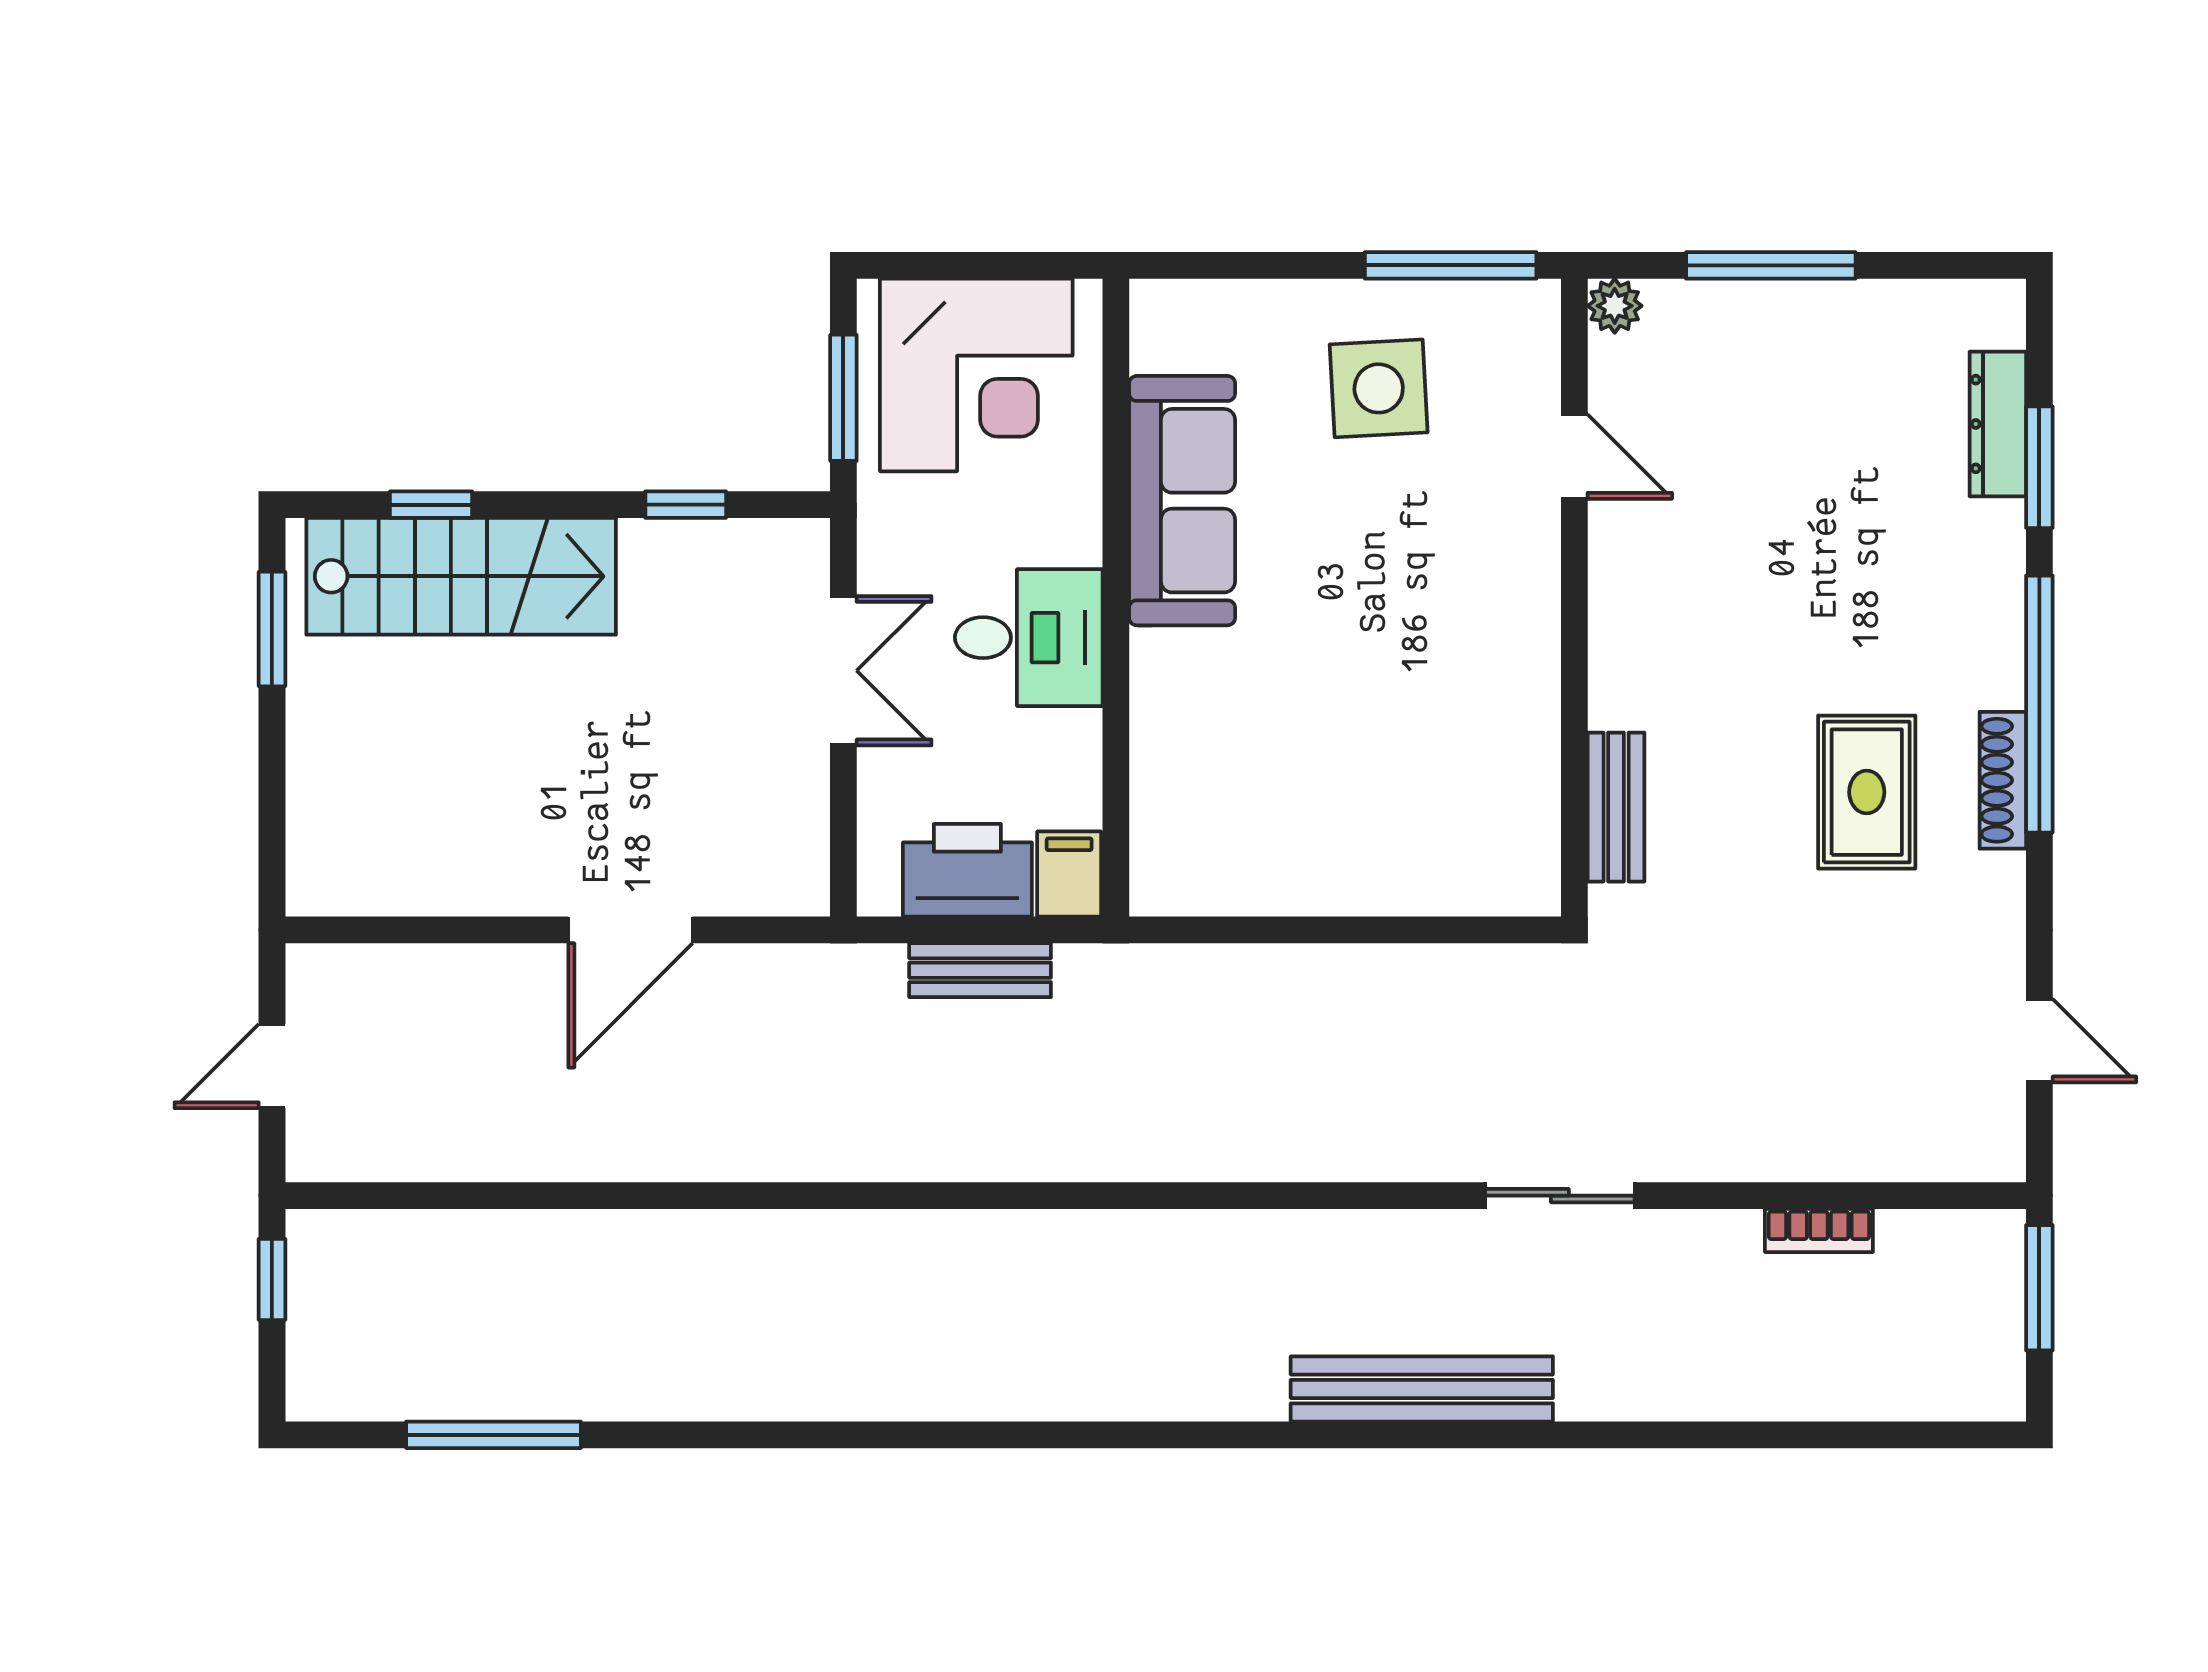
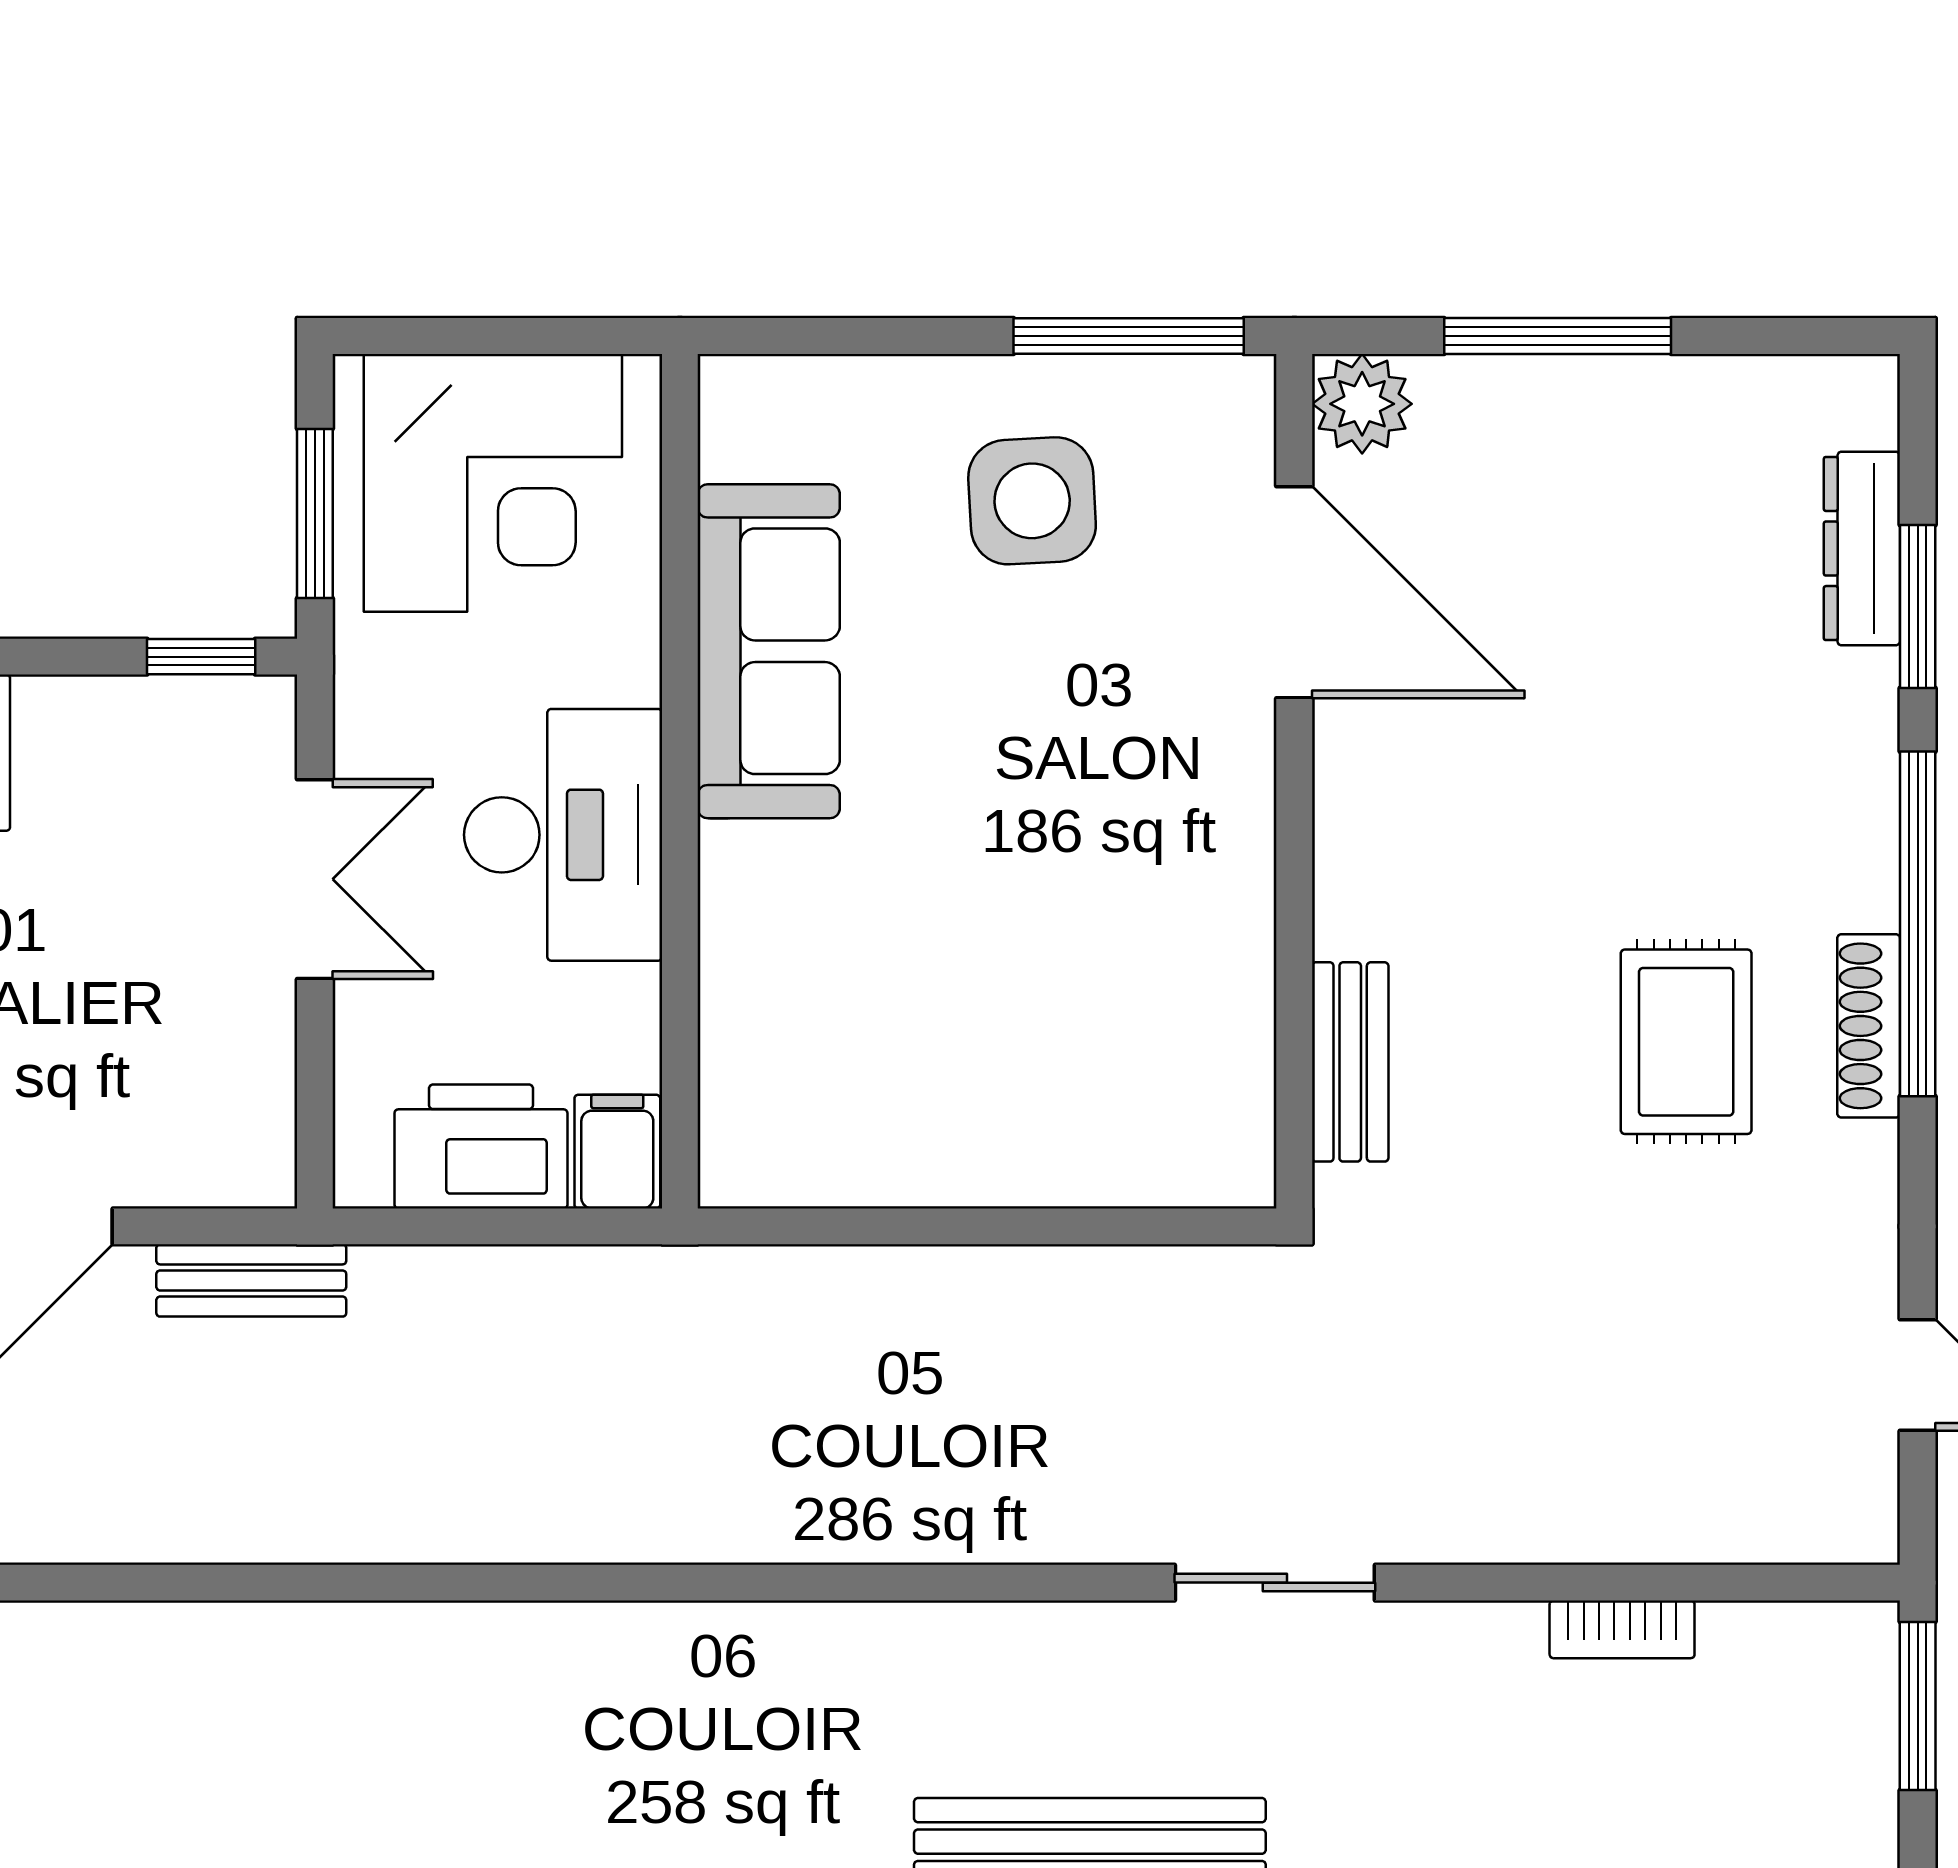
plant: (1615, 306) -> (1362, 404), width x1.38, depth x1.38
door: (1574, 457) -> (1294, 592), width x1.87
window: (686, 505) -> (201, 657), moved
desk: (1029, 638) -> (563, 835), width x1.37
bench: (980, 970) -> (251, 1280), moved

